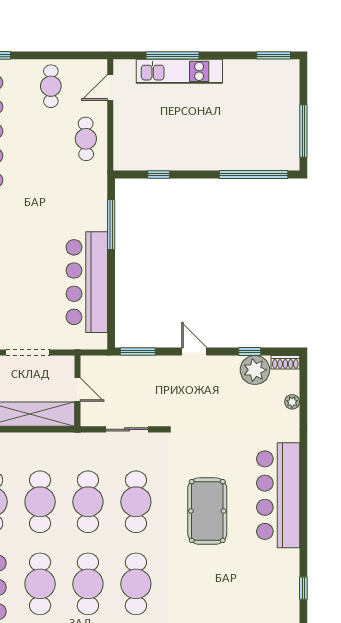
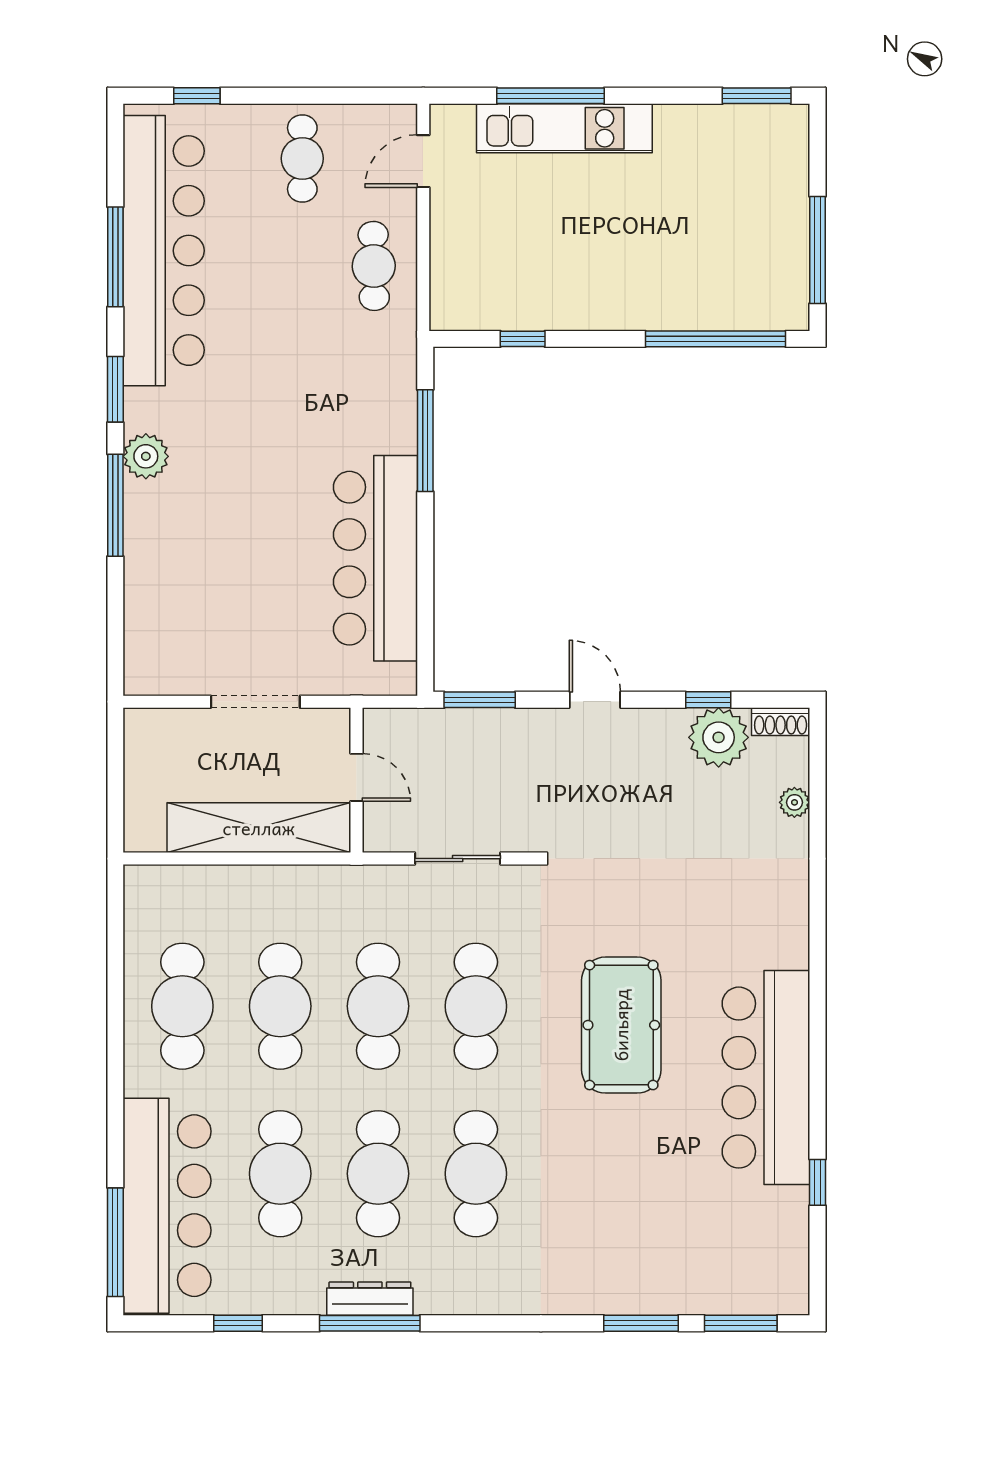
bar counter: (278, 495) -> (766, 1078), moved

